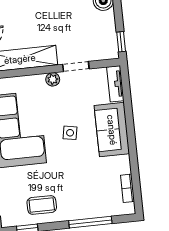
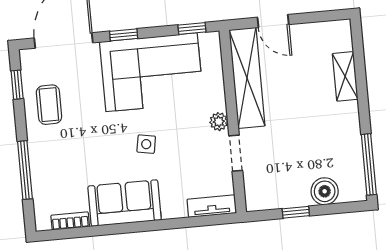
window: (121, 42) -> (296, 212), moved
sofa: (112, 130) -> (125, 203), moved

